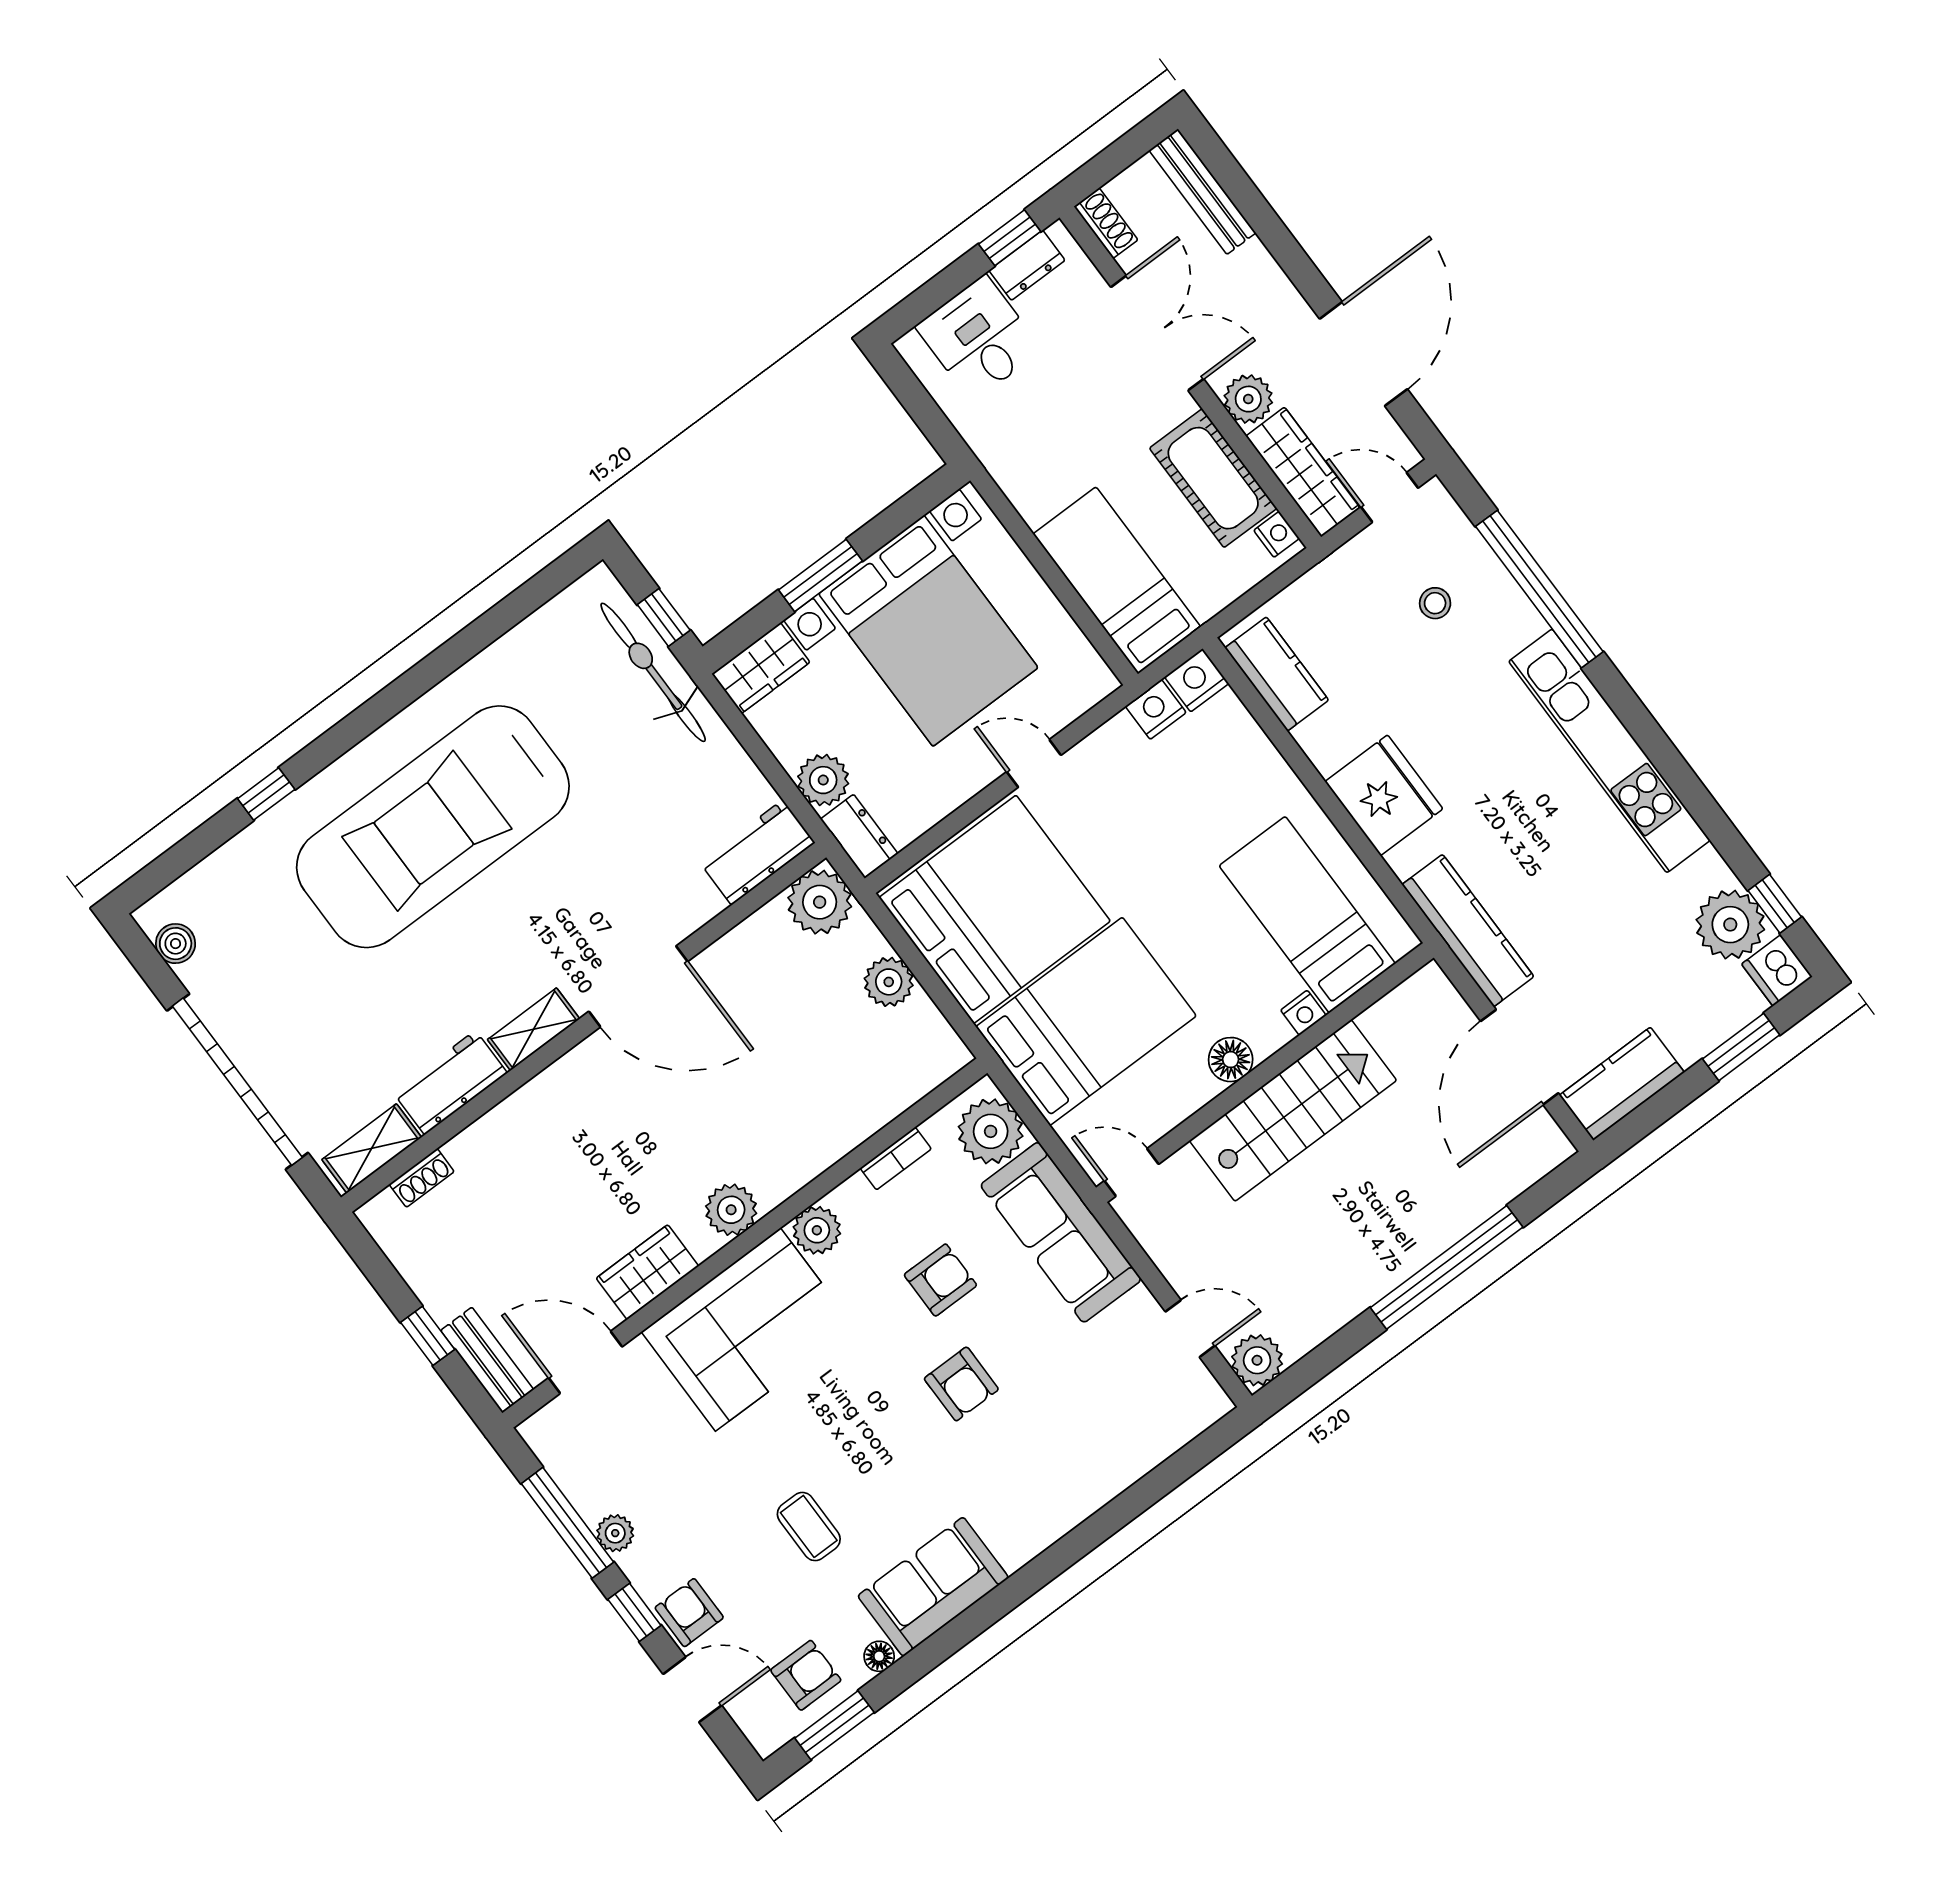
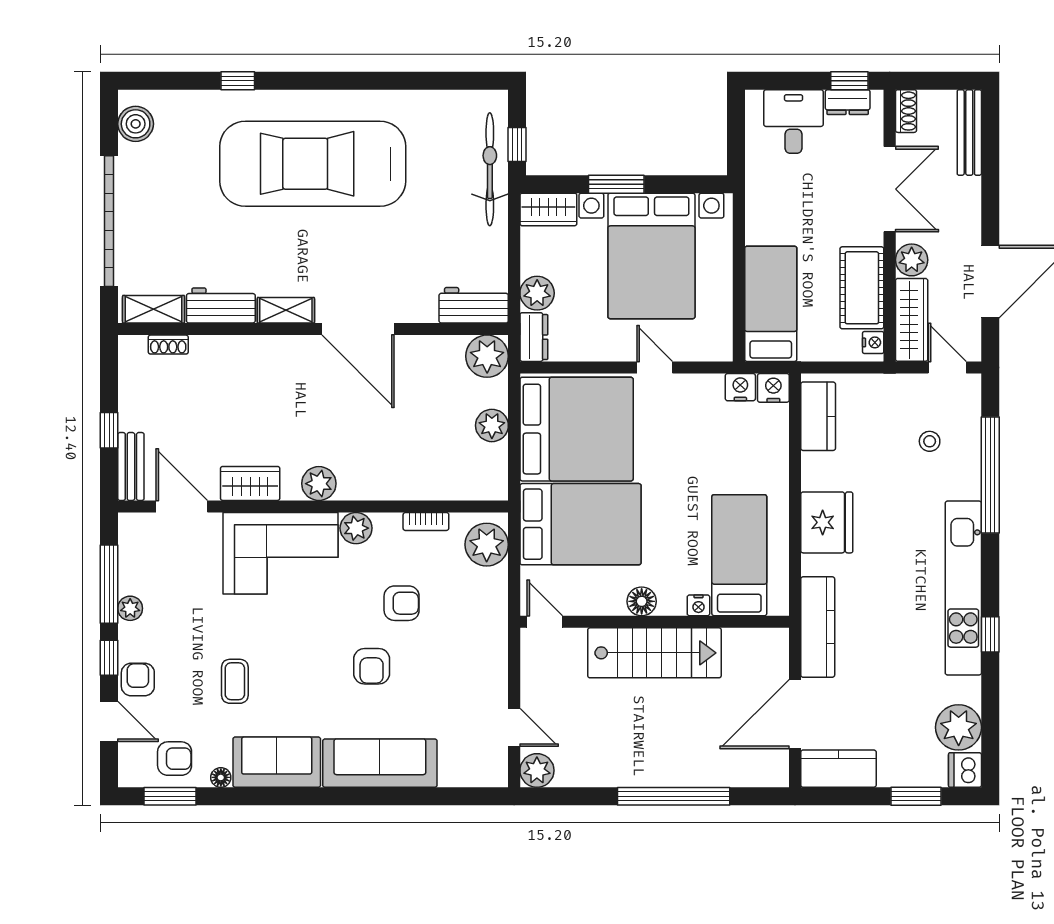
window: (1775, 904) -> (990, 634), moved
boiler: (176, 944) -> (136, 124), width x1.36, depth x1.36
sofa: (1061, 1232) -> (380, 763), moved, turned 90

